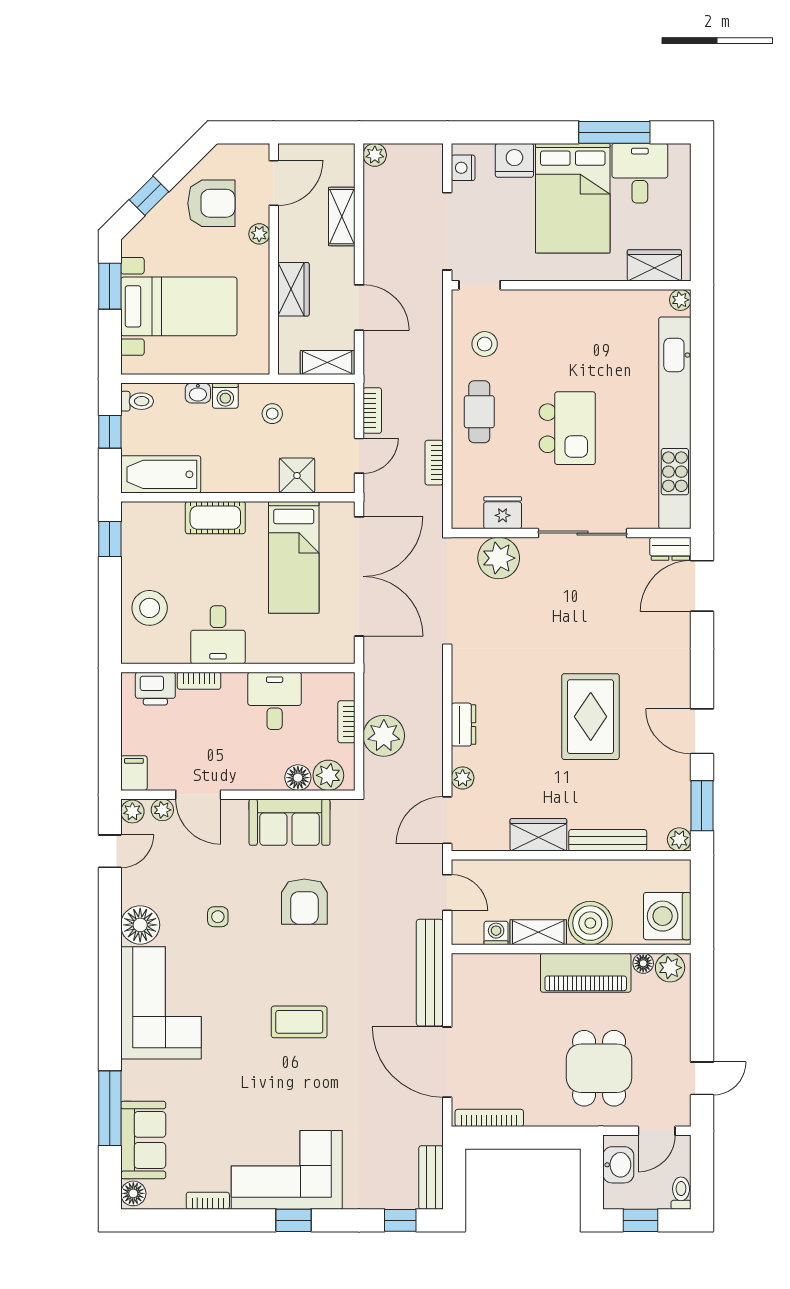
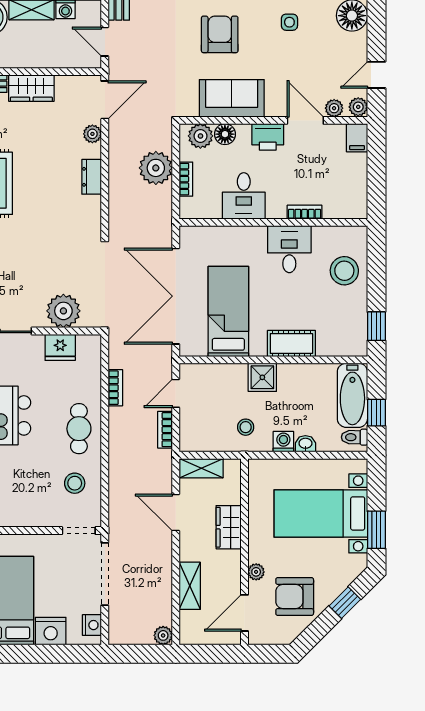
bathtub: (161, 474) -> (352, 395), moved, turned 90
shower: (297, 476) -> (262, 377), moved
printer: (155, 689) -> (268, 137), moved, turned 180

